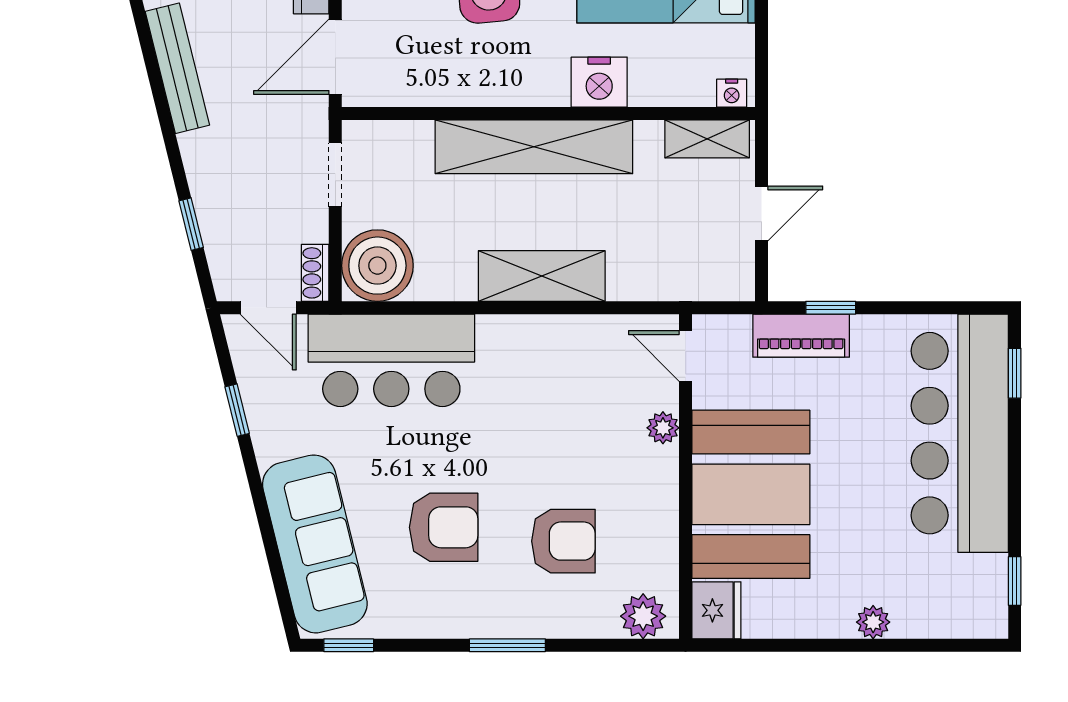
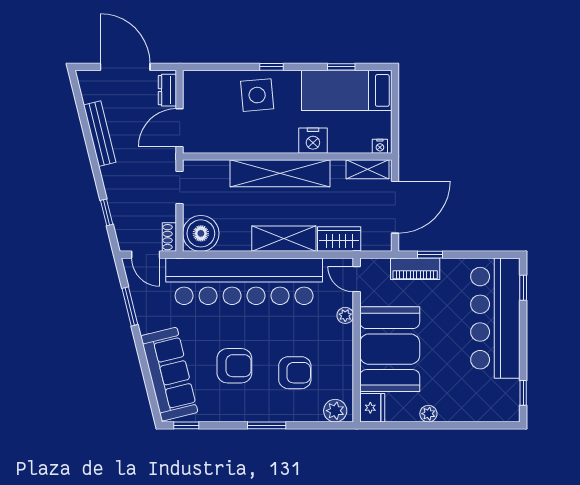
door: (761, 214) -> (395, 207), width x1.87
wardrobe: (651, 277) -> (339, 239), added
bar counter: (391, 360) -> (244, 281), width x1.86
window: (237, 410) -> (130, 306), width x1.50
plant: (873, 622) -> (428, 414), moved

